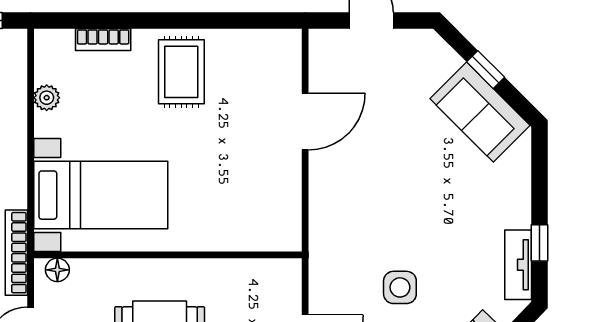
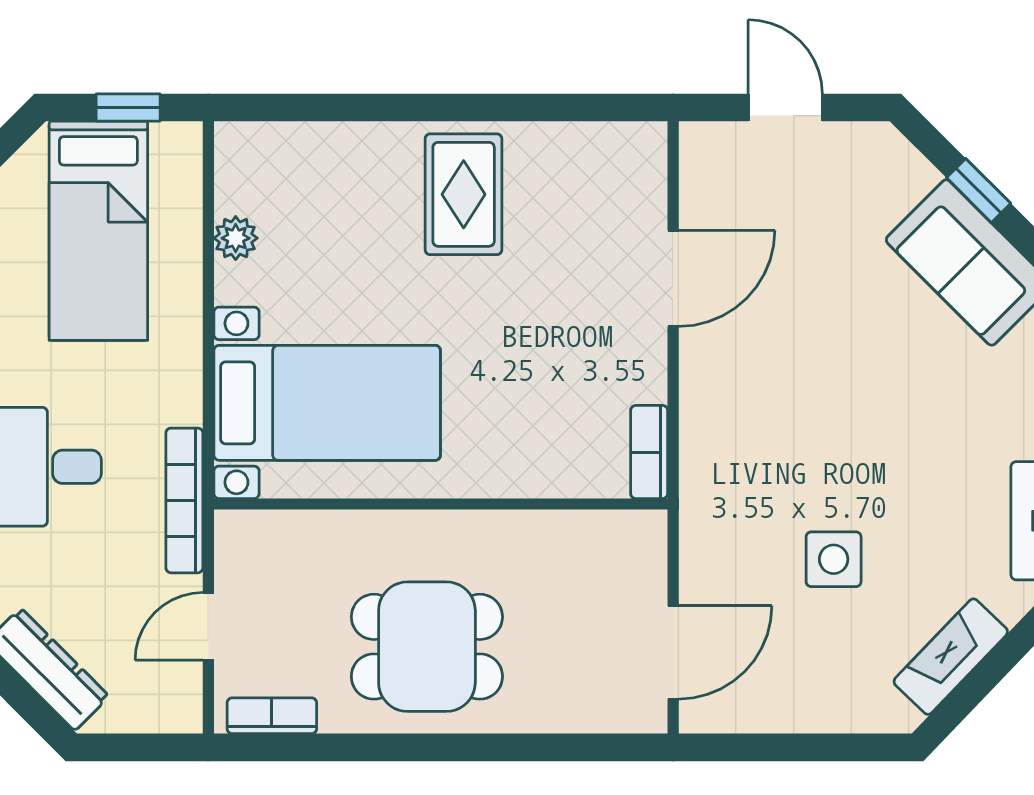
bookcase: (103, 40) -> (649, 452), moved, turned 90
floor lamp: (57, 270) -> (254, 529), removed

